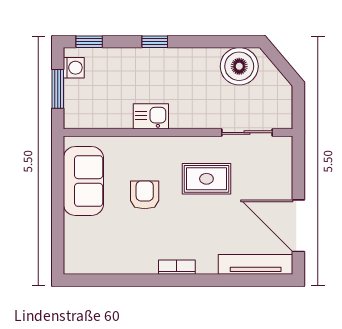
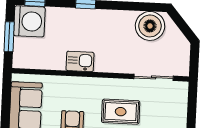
washing machine: (74, 68) -> (29, 21), width x1.89, depth x1.89

